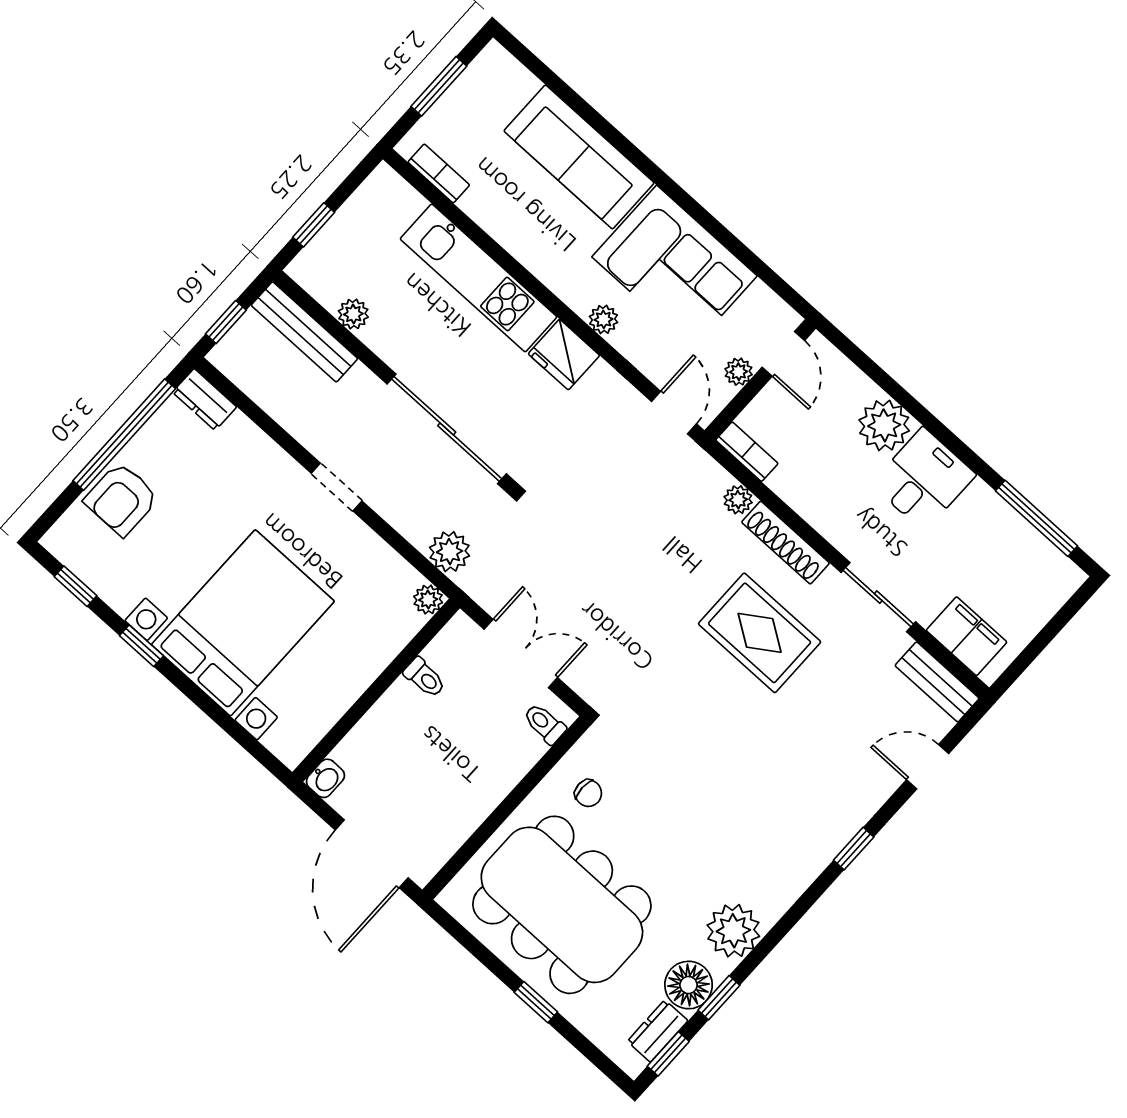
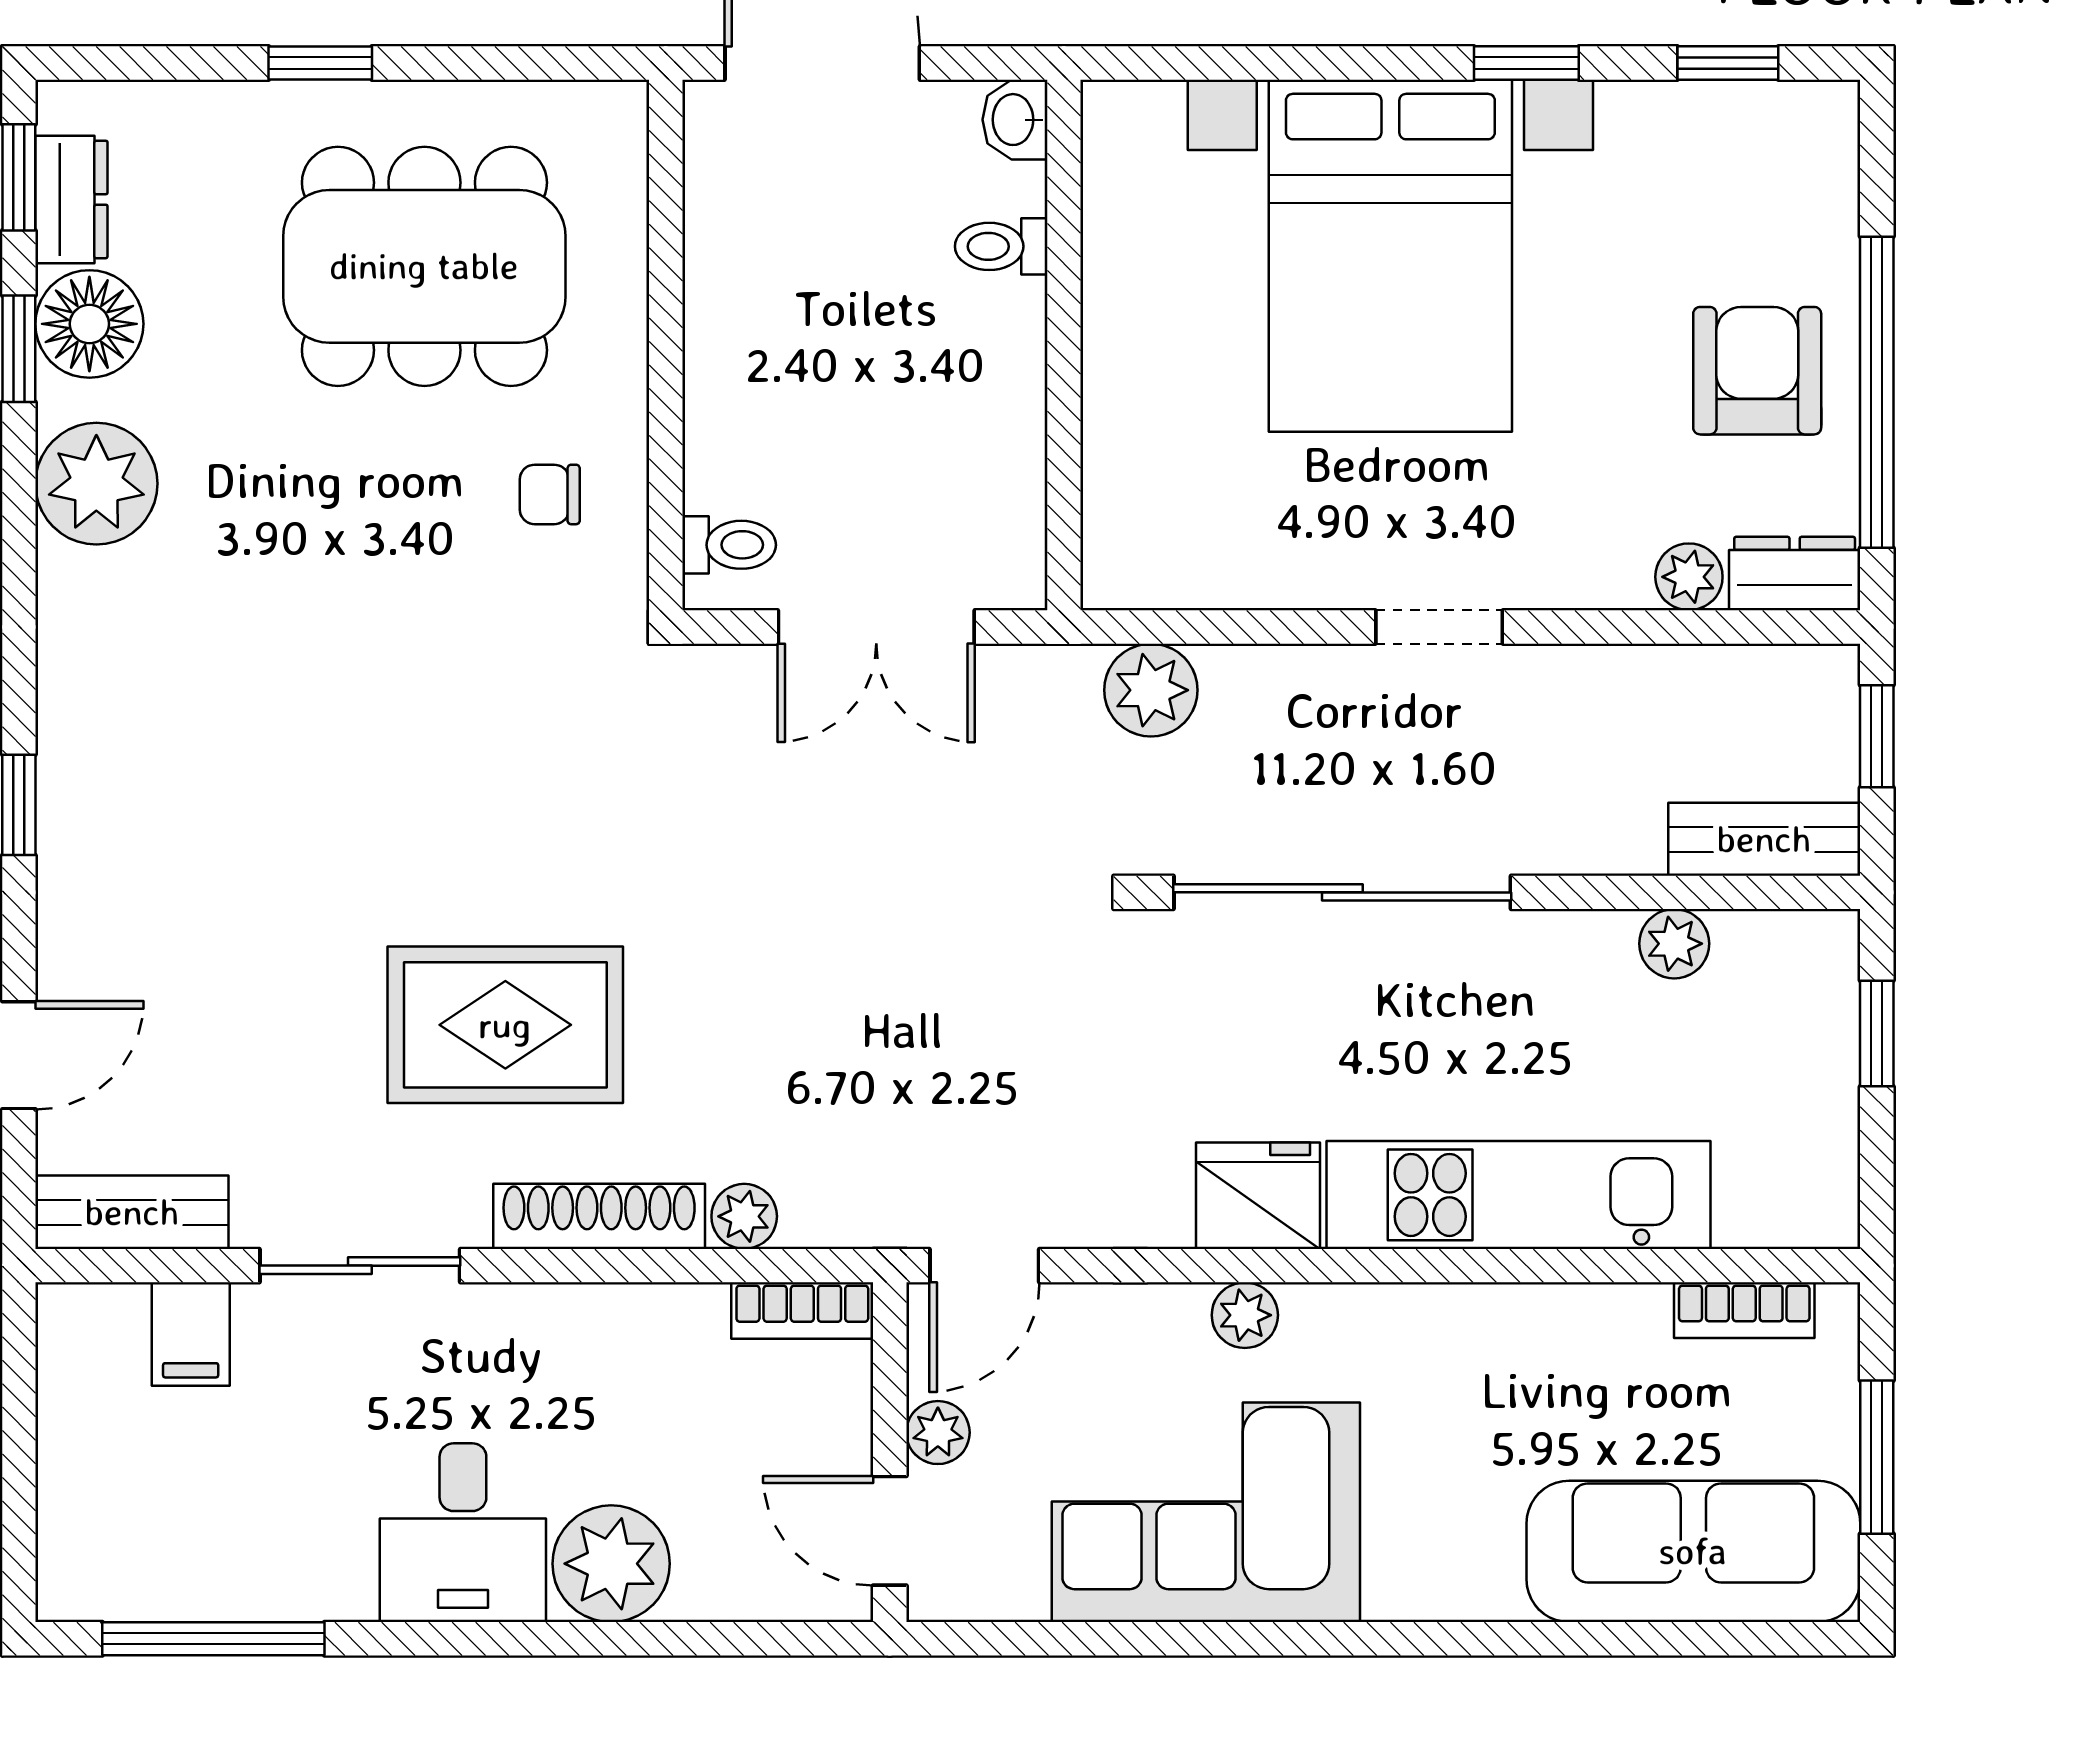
sofa: (579, 157) -> (1693, 1551), moved
bench: (304, 332) -> (1764, 839), width x0.73
door: (674, 413) -> (984, 1266), hinge flipped
armchair: (121, 499) -> (1757, 371), moved
plant: (428, 600) -> (1689, 577), moved
filing cabinet: (967, 636) -> (191, 1334), width x0.50
toilet: (425, 678) -> (1001, 246), moved
dining table: (562, 905) -> (424, 266), width x0.73, depth x0.80

